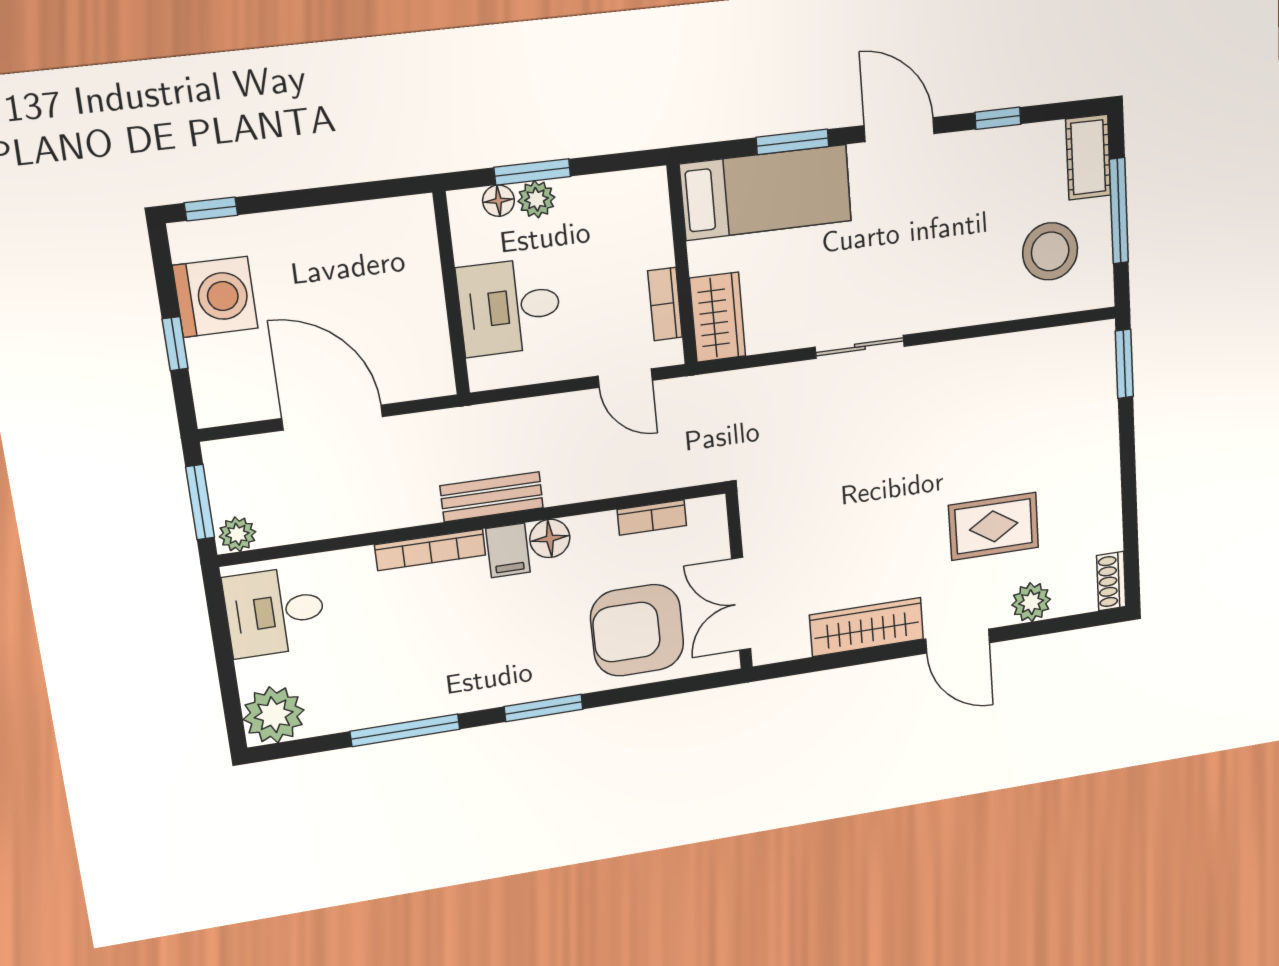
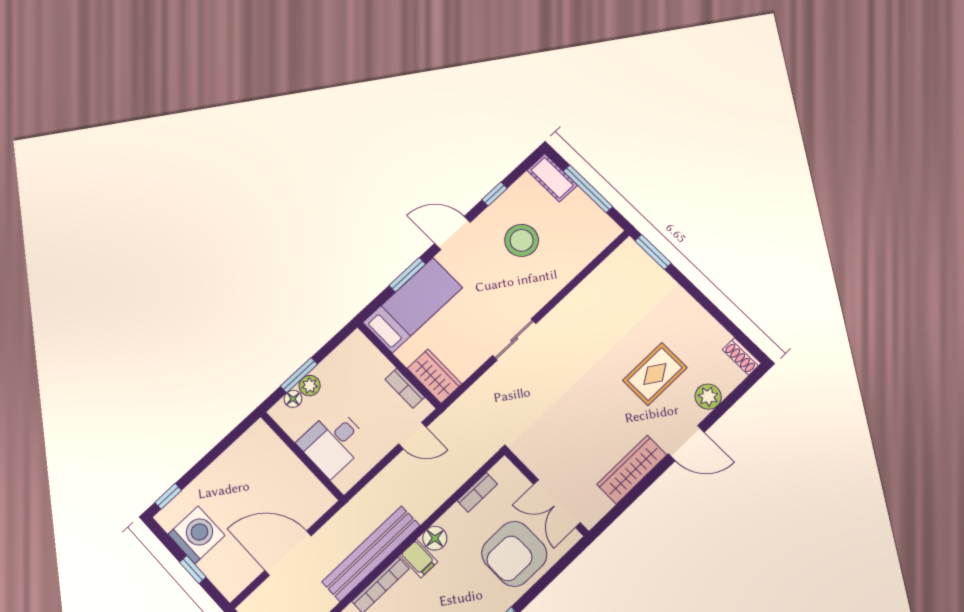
stool: (1050, 251) -> (522, 240), moved
bench: (492, 497) -> (371, 554), width x1.86, depth x1.21

